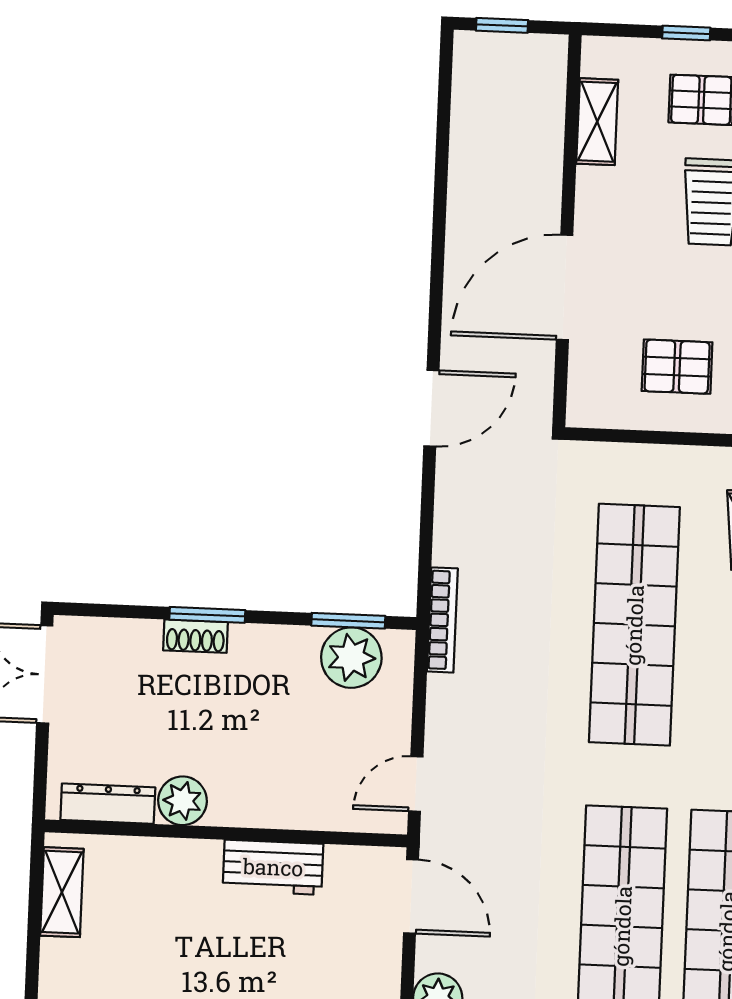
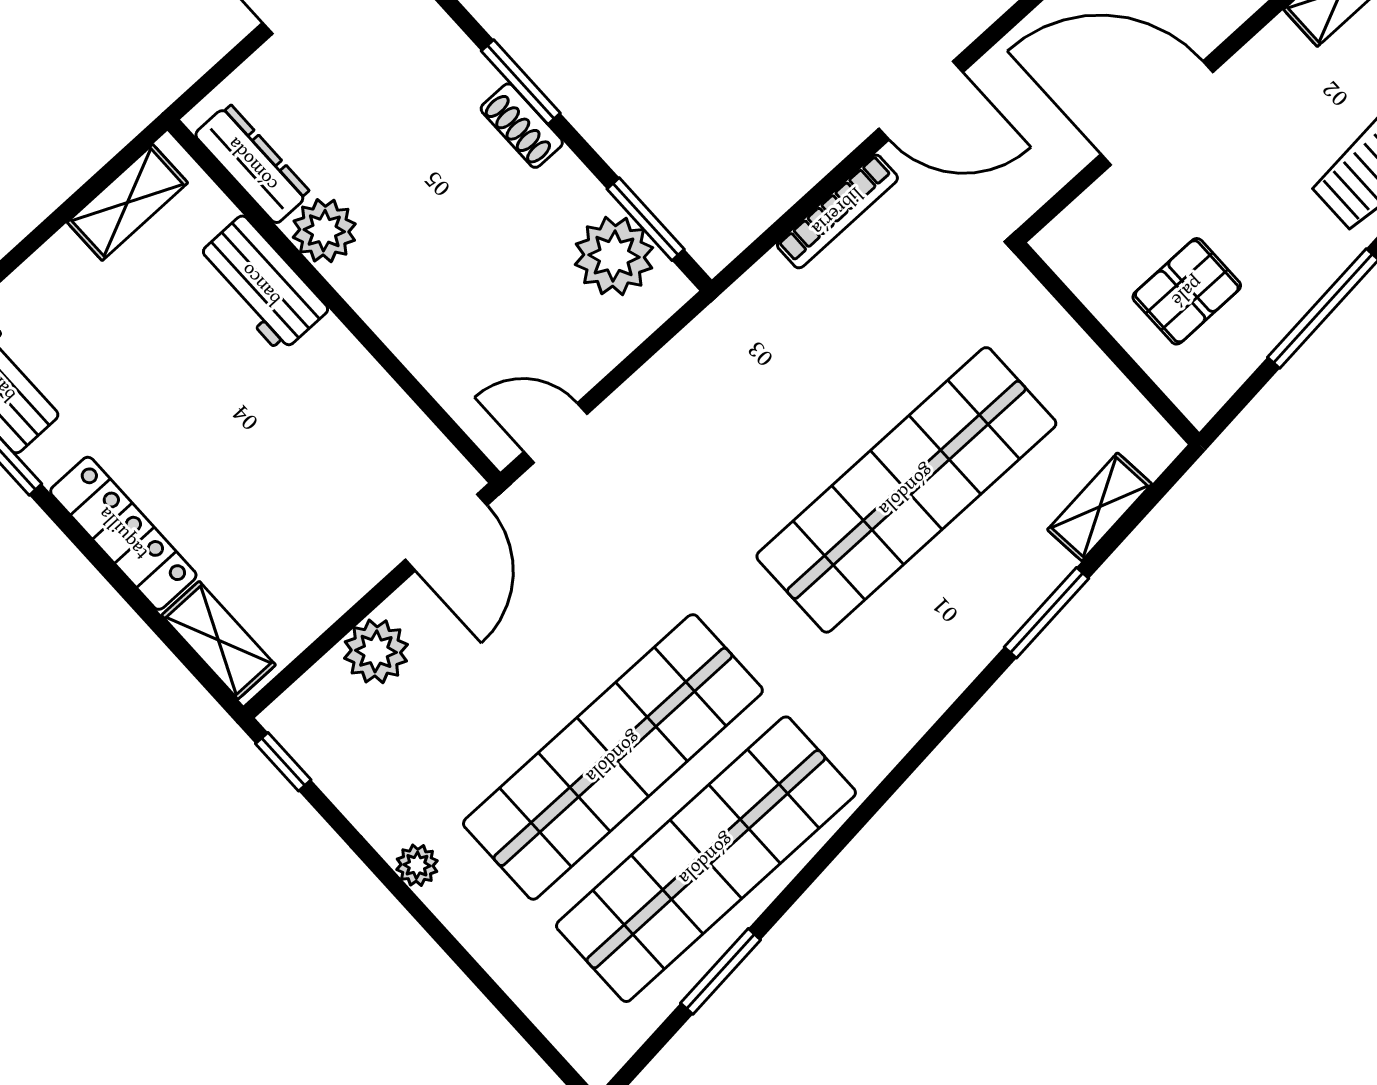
pallet: (677, 367) -> (1187, 291), turned 90
bookcase: (442, 620) -> (837, 211), moved
shoe rack: (195, 636) -> (522, 126), moved
workbench: (273, 867) -> (261, 284), moved

